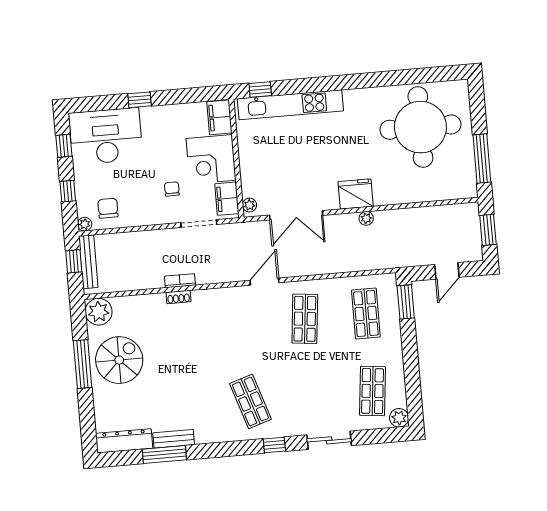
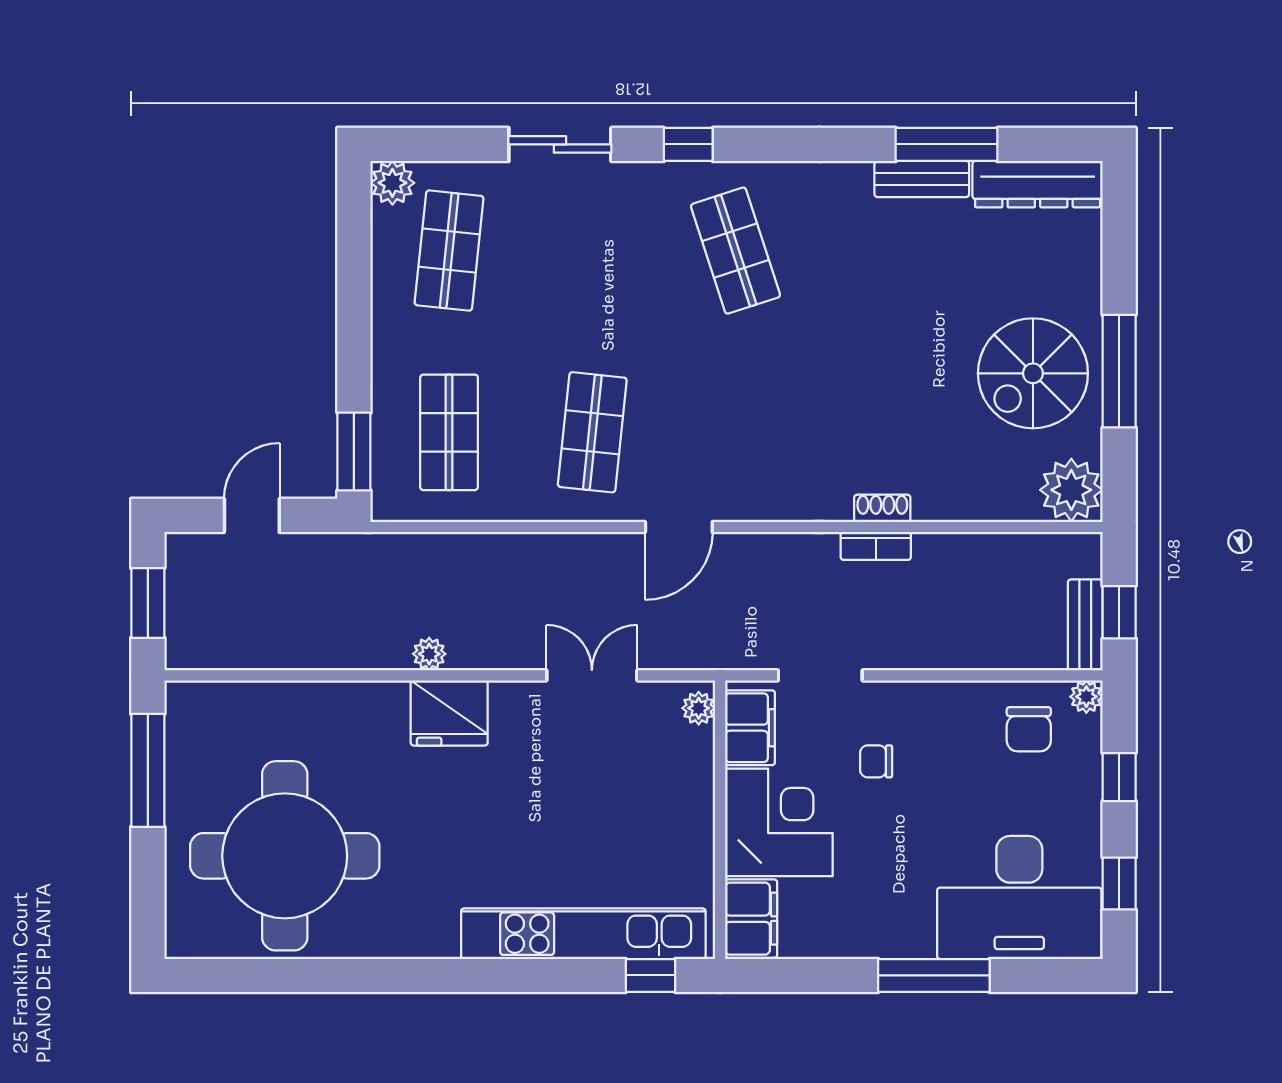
window: (139, 100) -> (934, 975), width x2.17
chair: (172, 189) -> (876, 761), turned 90
double door: (296, 215) -> (592, 675), width x0.73
bench: (88, 262) -> (1085, 625), width x0.73

